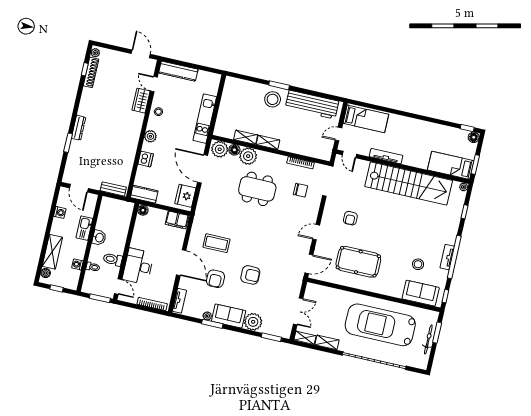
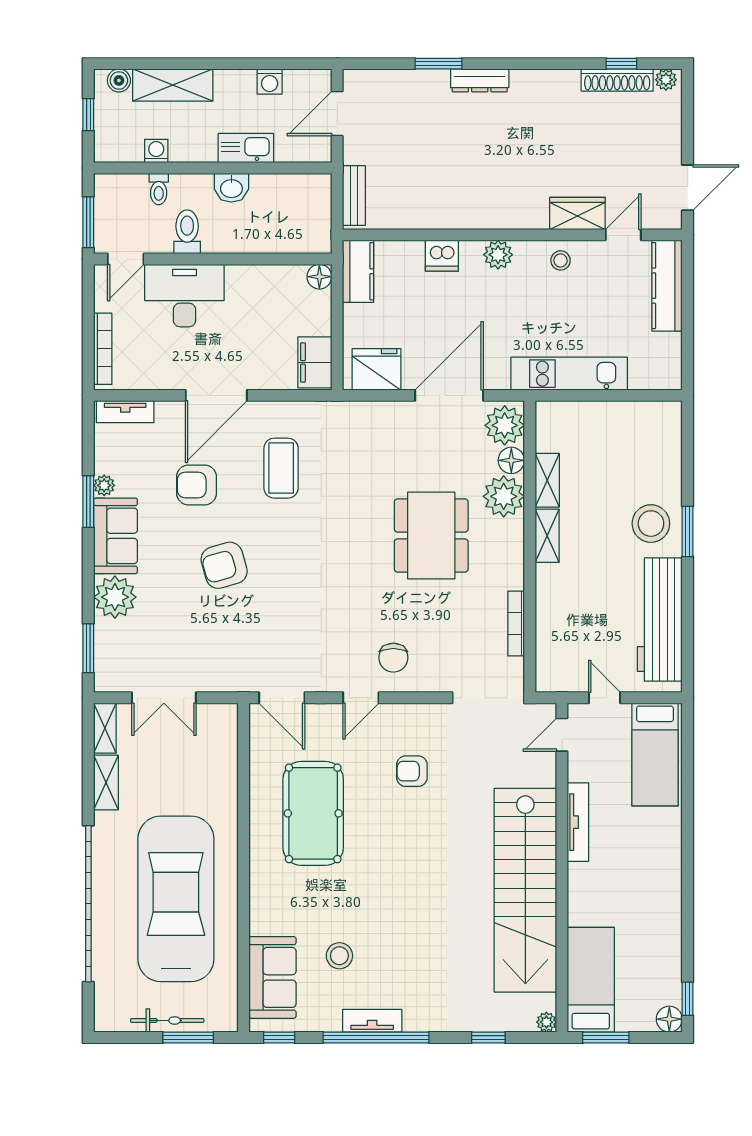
chair: (300, 190) -> (393, 658), moved
door: (316, 232) -> (361, 698), swing flipped
armchair: (250, 275) -> (224, 565), turned 74

